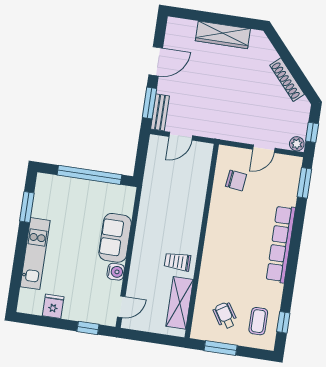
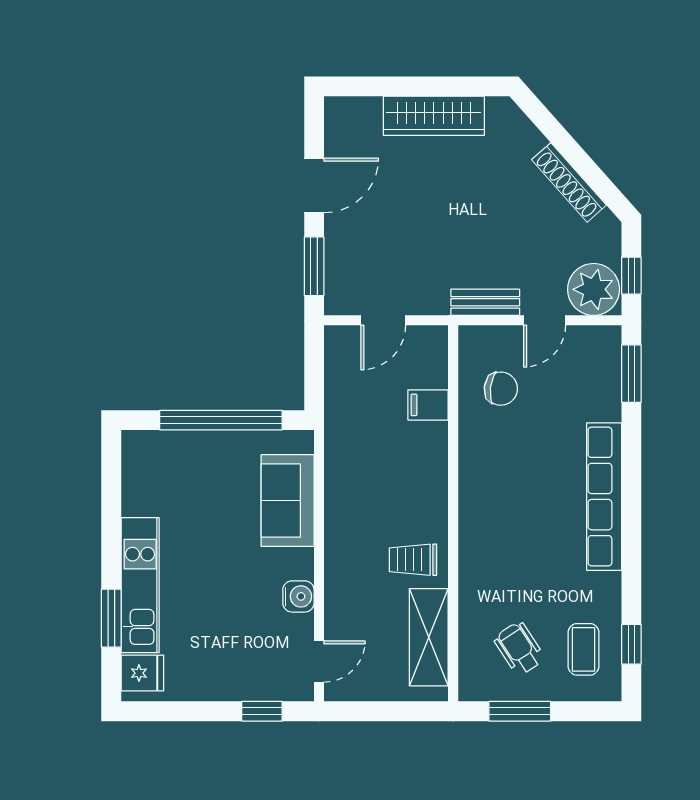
bench: (160, 112) -> (485, 302), moved, turned 90
plant: (297, 144) -> (594, 289), width x1.87, depth x1.87
filing cabinet: (197, 183) -> (428, 405), added
window: (27, 207) -> (111, 618), moved
sofa: (115, 238) -> (288, 501), moved
fridge: (53, 306) -> (142, 673), moved, turned 90

